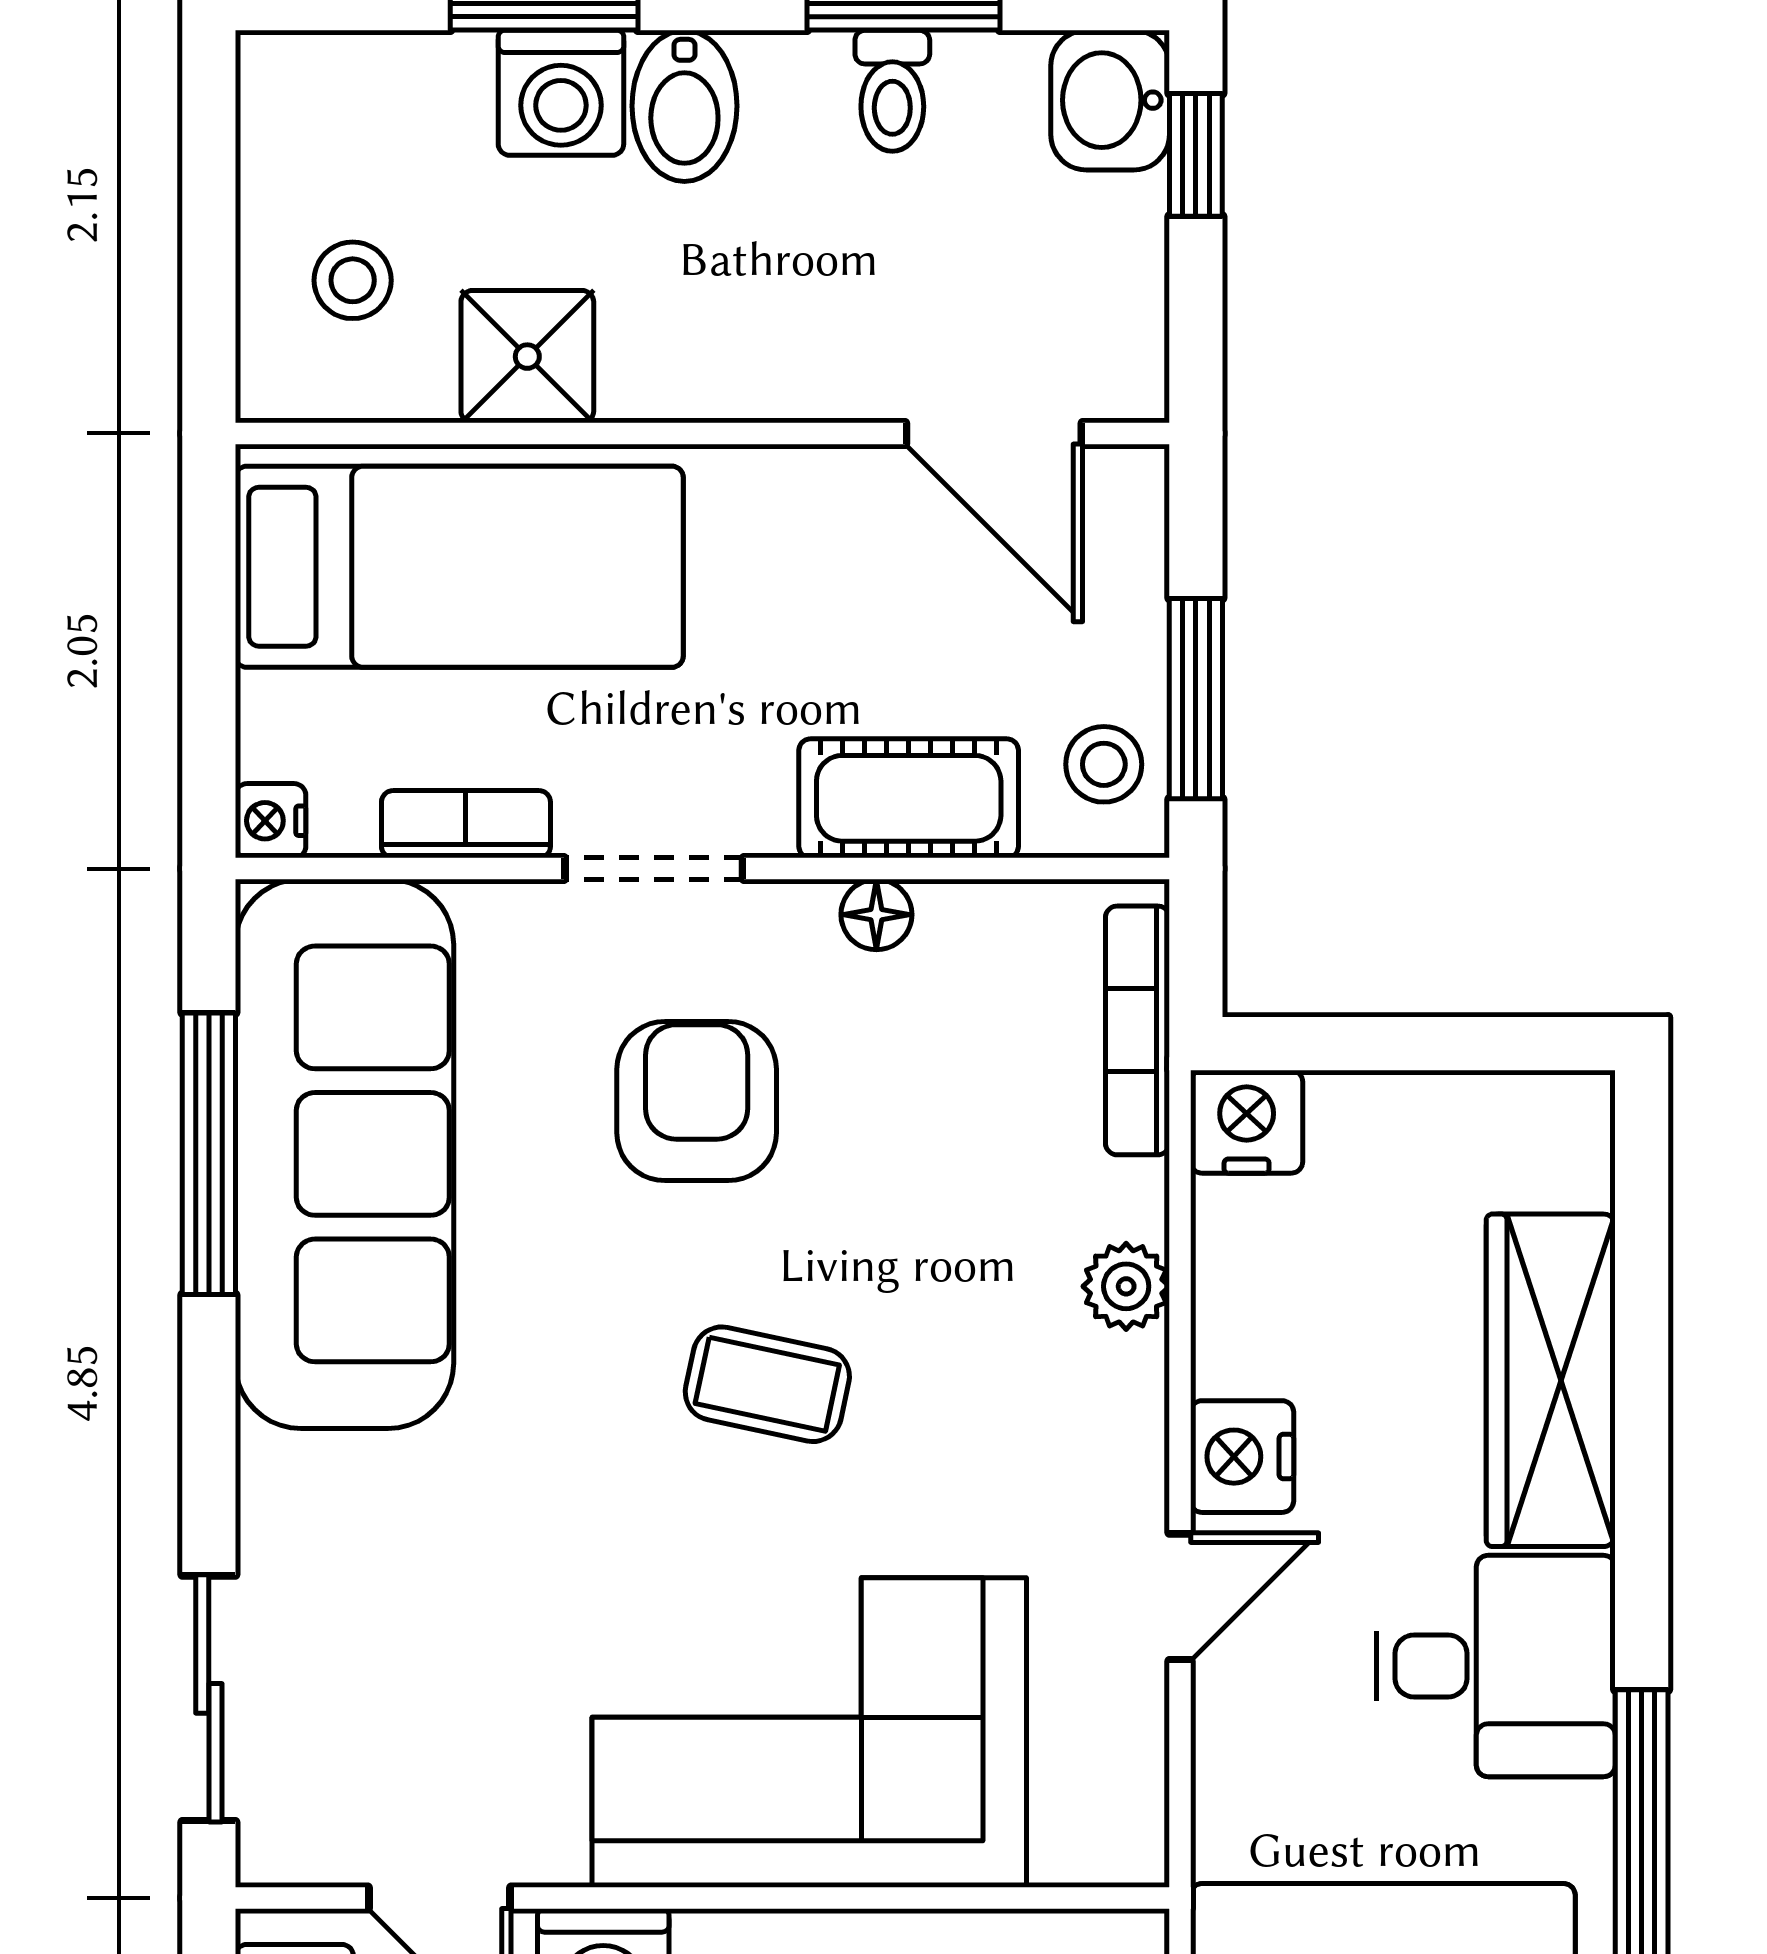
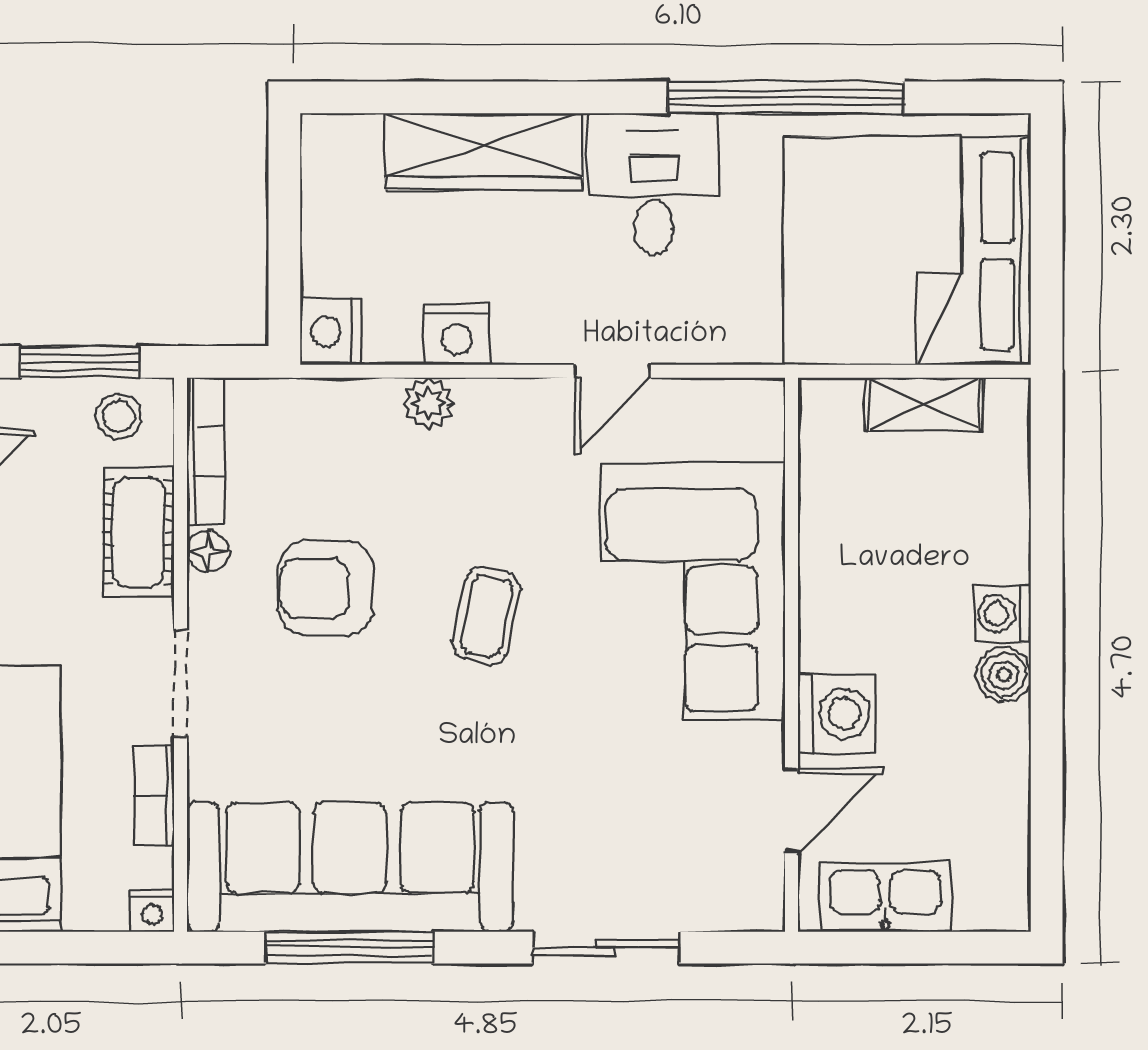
bookcase: (1137, 1030) -> (206, 451), moved, turned -90
armchair: (697, 1101) -> (326, 588), moved
nightstand: (1242, 1457) -> (457, 334), moved
door: (1180, 1597) -> (613, 371), swing flipped
sliding door: (209, 1698) -> (606, 948), moved

